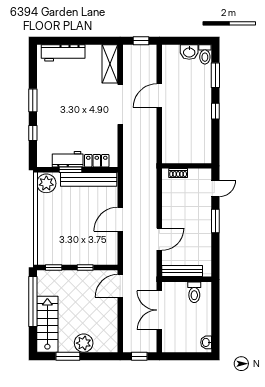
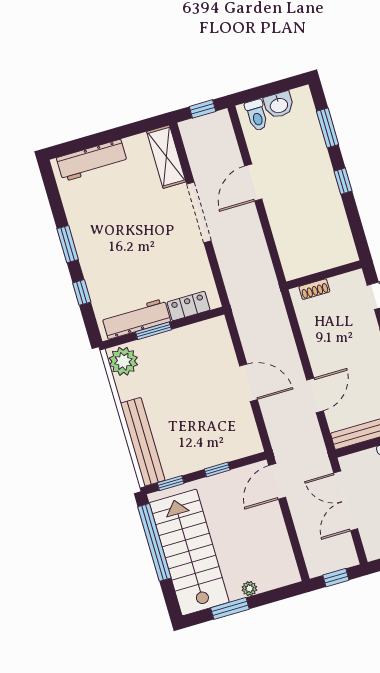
toilet: (205, 54) -> (257, 115), moved
workbench: (68, 159) -> (136, 319), width x1.38
bench: (89, 179) -> (143, 442), moved, turned 90
door: (120, 219) -> (248, 383), swing flipped
stairs: (47, 324) -> (189, 552), width x1.36, depth x1.51
plant: (84, 343) -> (249, 589), width x0.53, depth x0.53

